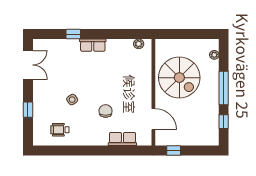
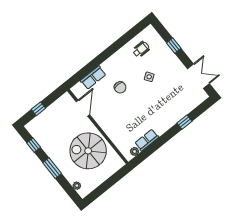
row of seats: (93, 45) -> (147, 140), moved
double door: (28, 65) -> (198, 76), swing flipped
window: (224, 88) -> (52, 168), width x0.69
door: (153, 119) -> (83, 108), swing flipped
window: (174, 150) -> (38, 109), moved

